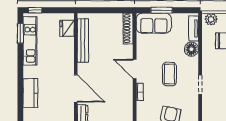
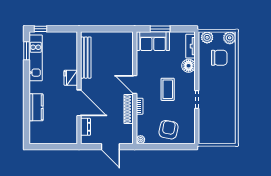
fridge: (67, 28) -> (71, 78), moved
shoe rack: (128, 29) -> (129, 109), moved

